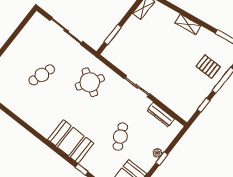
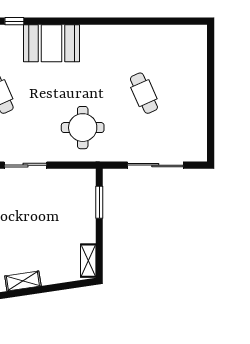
cafe table: (42, 75) -> (144, 93), turned -42
round table: (90, 82) -> (83, 128), turned -32

